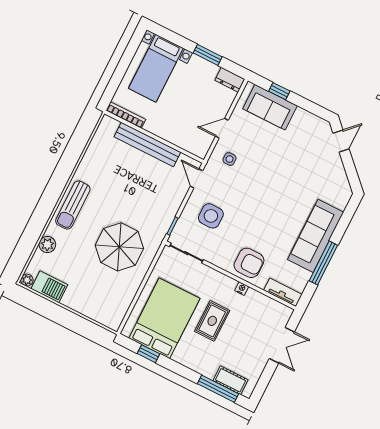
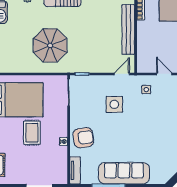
side table: (211, 216) -> (114, 104), moved
armchair: (249, 263) -> (83, 138), turned -98
rug: (212, 321) -> (32, 133), turned 90

